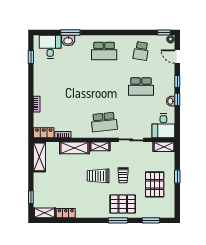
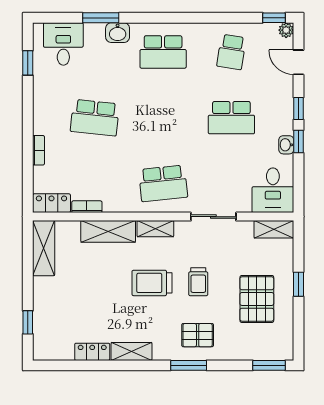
washbasin: (68, 41) -> (118, 33), moved
school desk: (67, 86) -> (95, 118), added
pallet: (123, 204) -> (198, 335), width x0.67, depth x0.71
shelving: (45, 213) -> (132, 351), moved
window: (151, 220) -> (269, 365), moved

